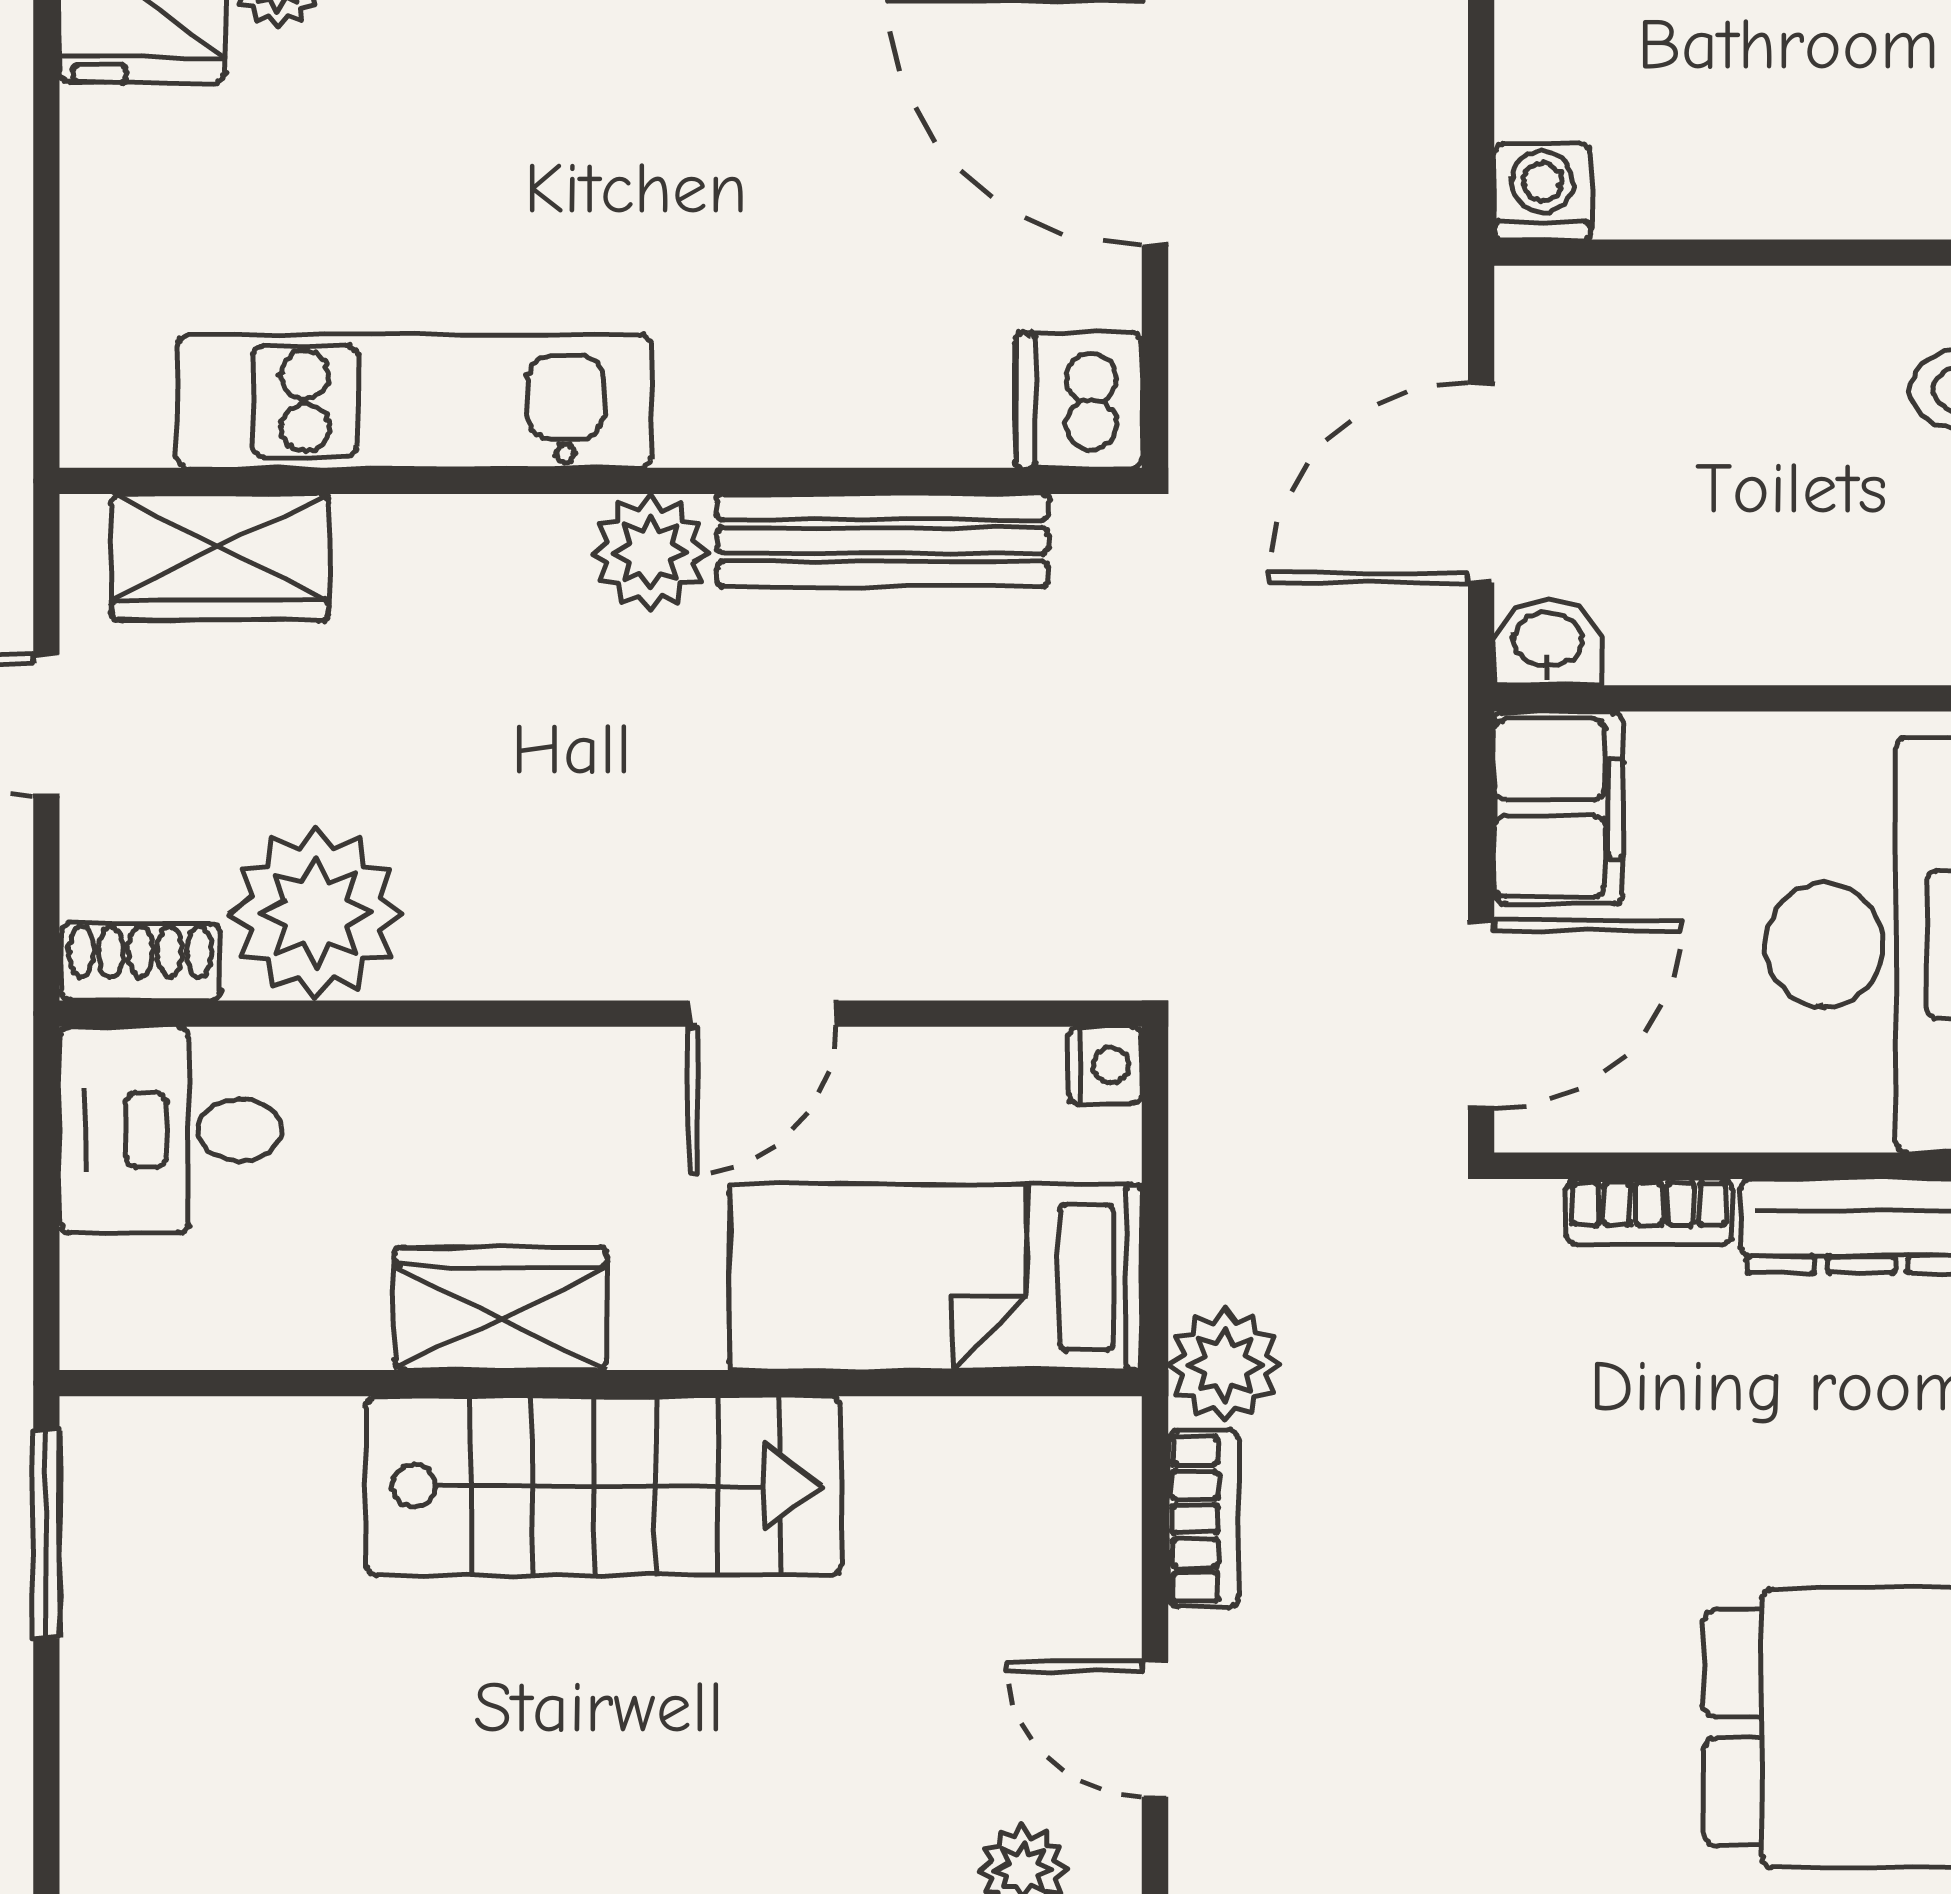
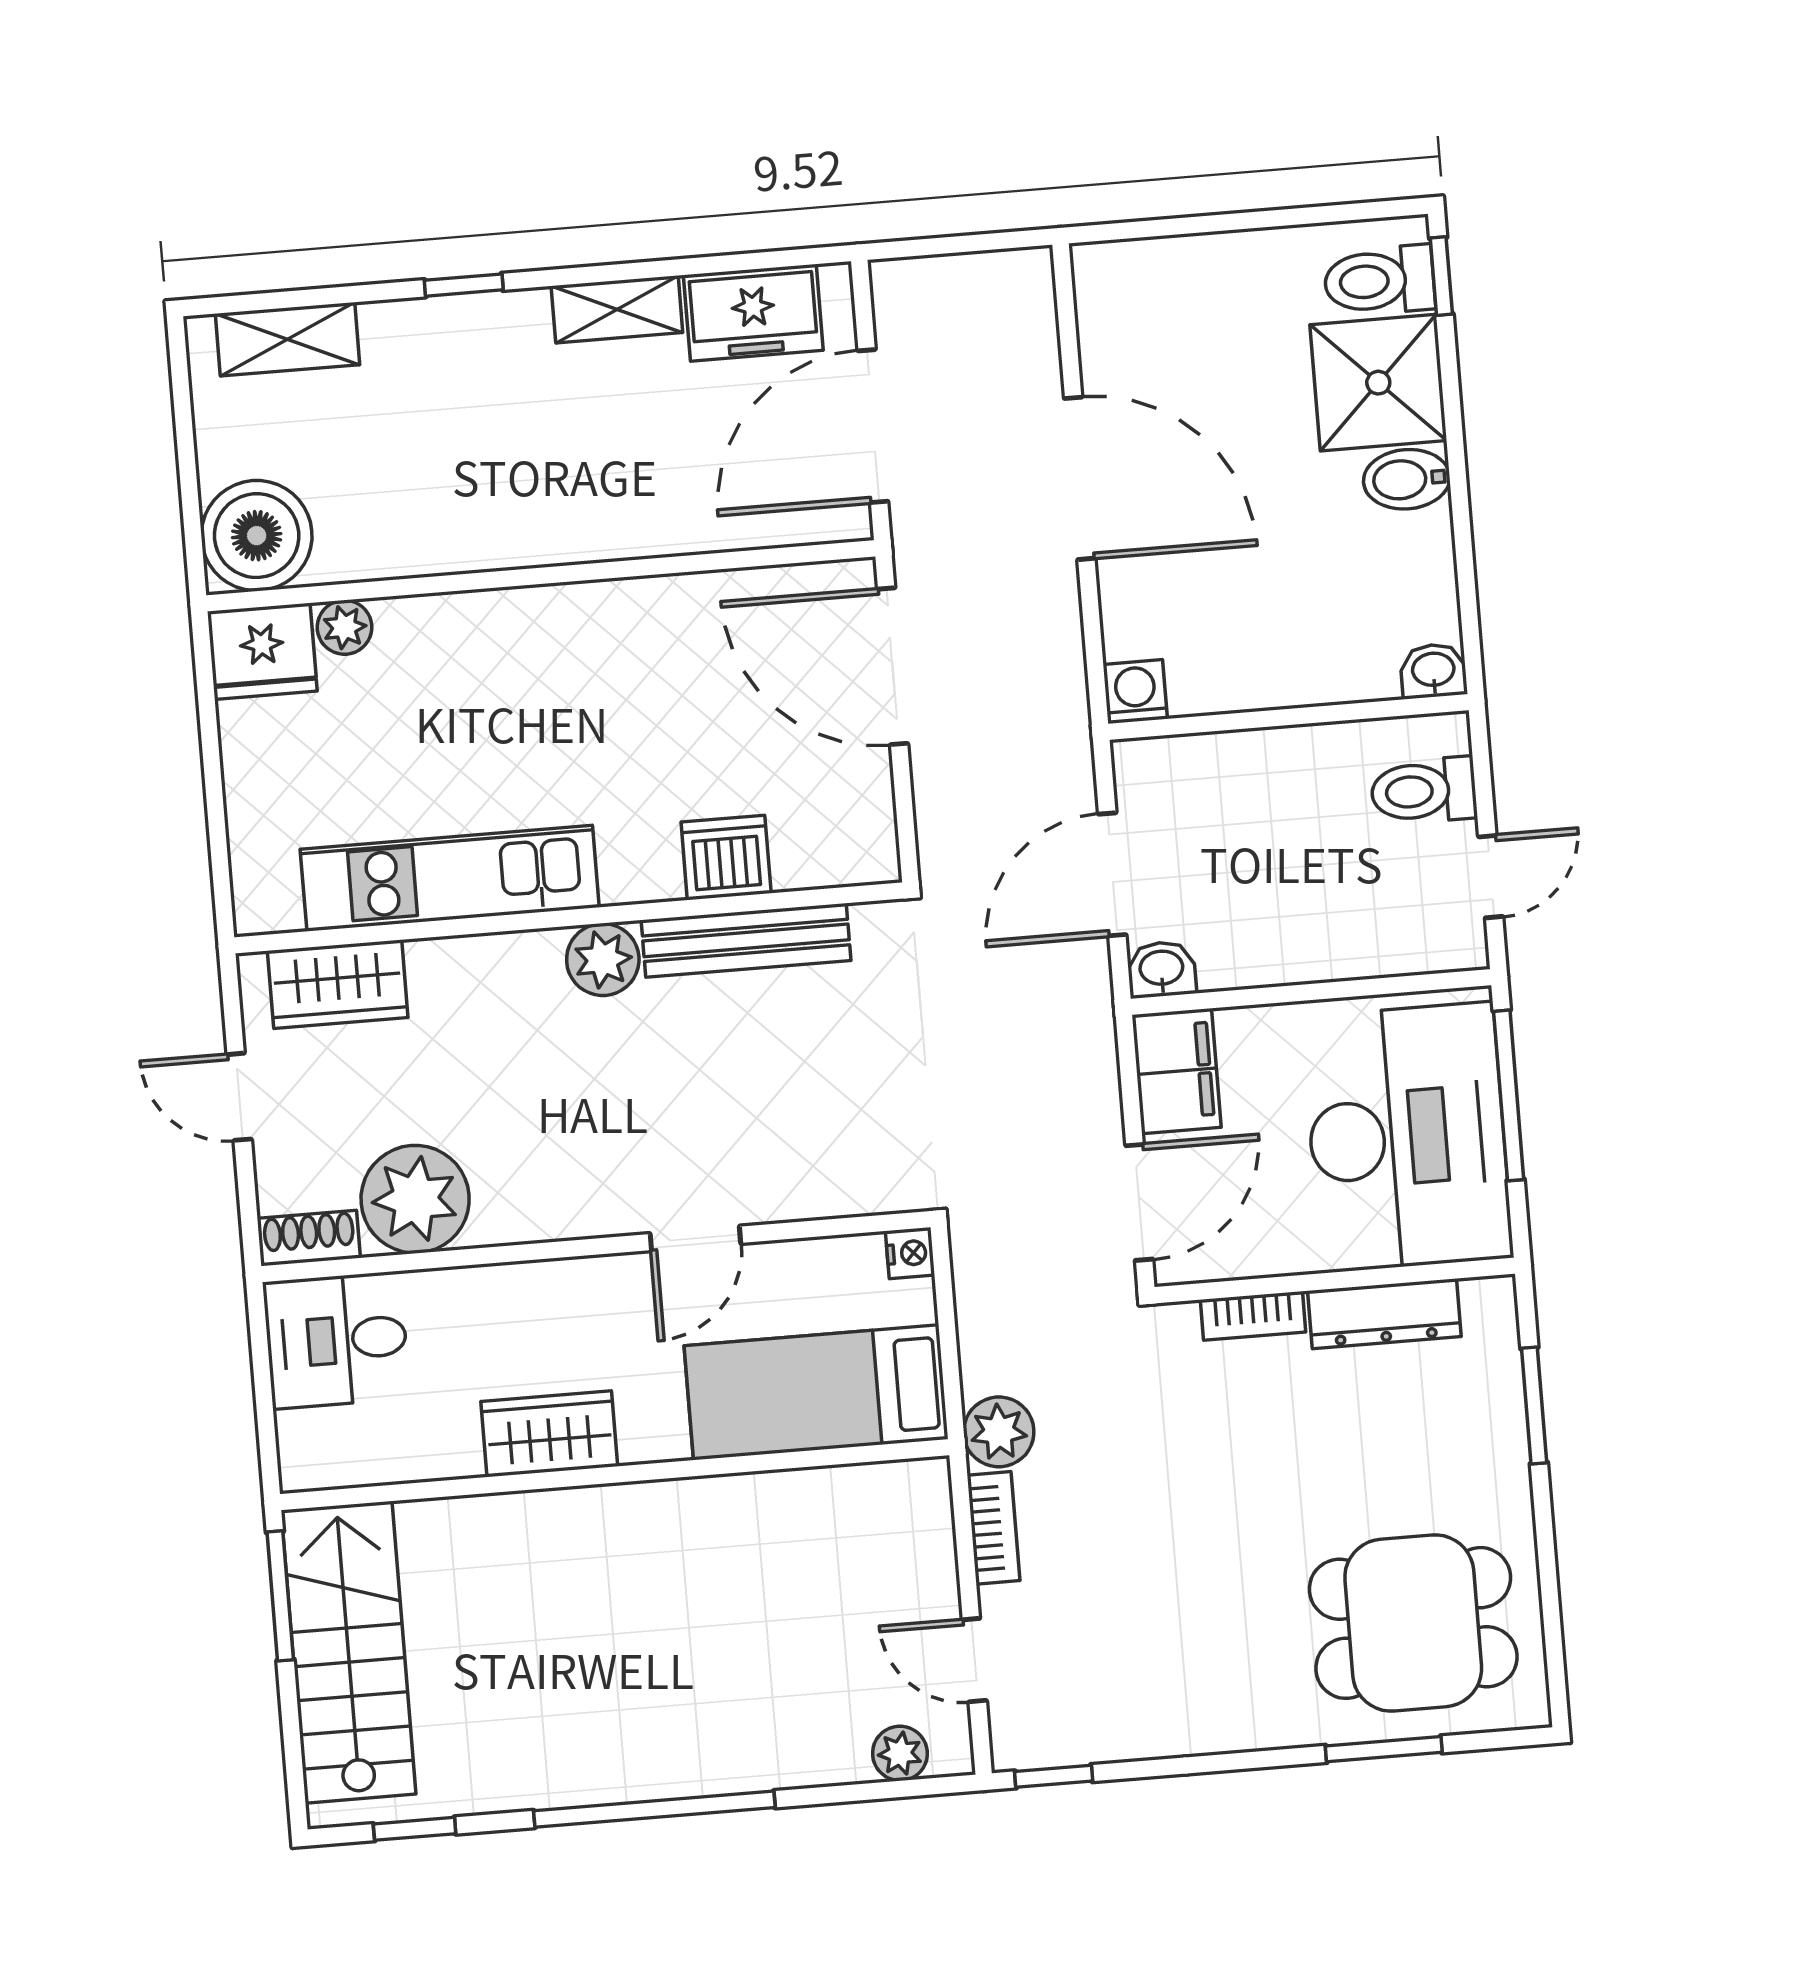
dishwasher: (1079, 400) -> (726, 858), moved, turned 90
stairs: (603, 1486) -> (349, 1652), moved, turned -90

